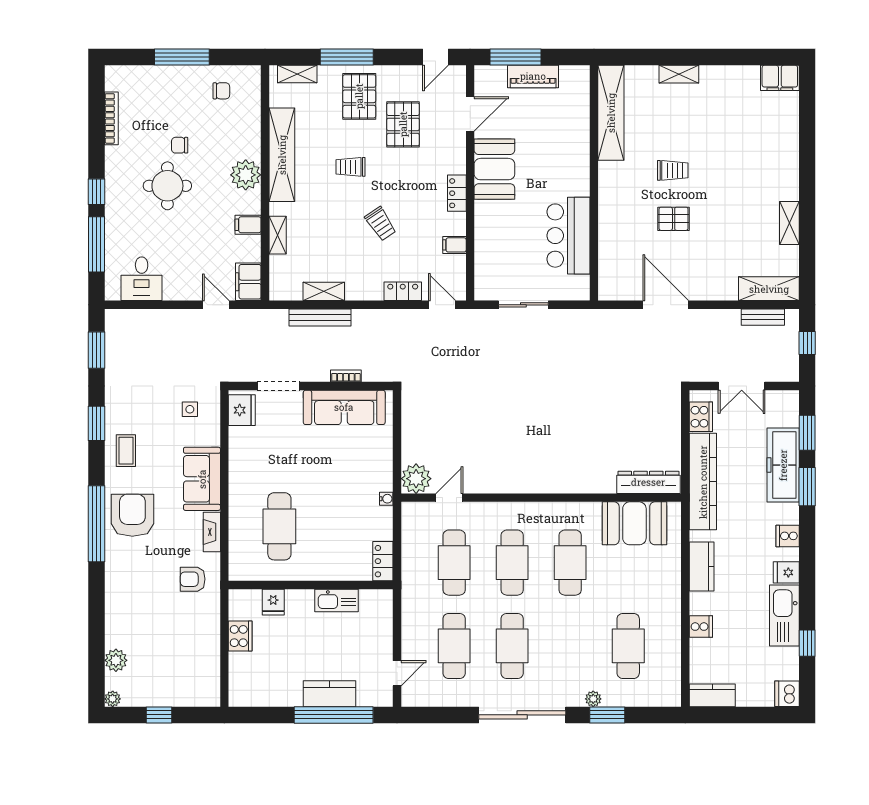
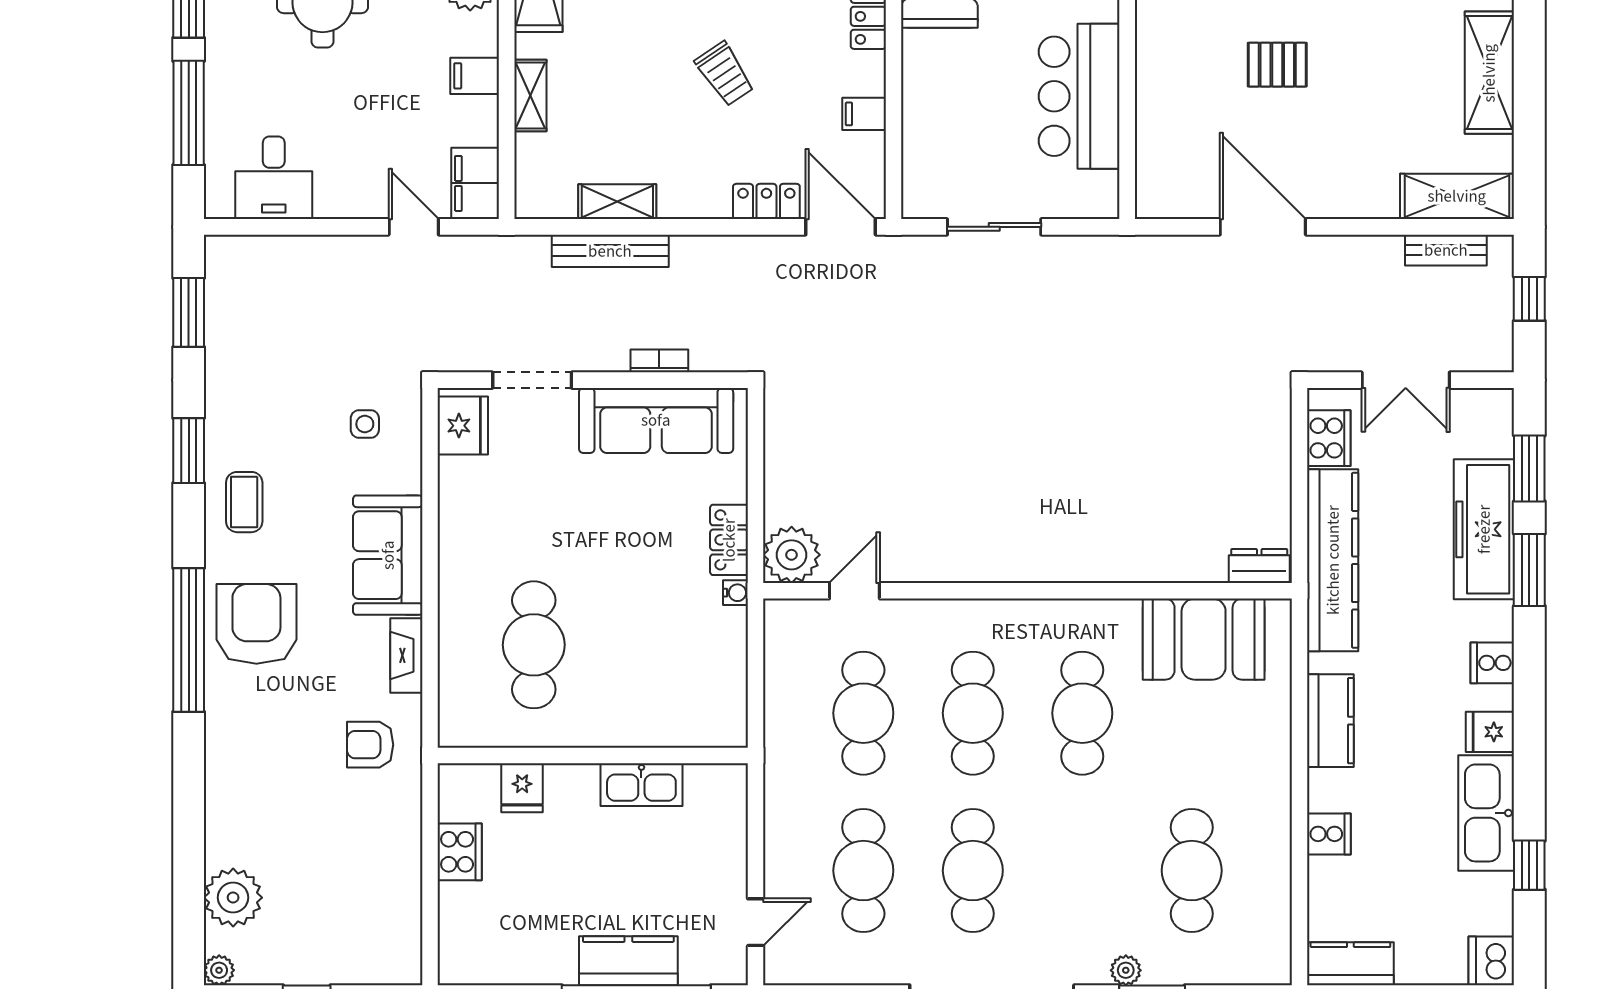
shelving: (789, 223) -> (1489, 73), width x1.50, depth x1.33
door: (442, 305) -> (841, 227), width x1.38
dresser: (648, 482) -> (1259, 566), width x0.51, depth x0.80
locker: (383, 561) -> (729, 540), moved
plant: (116, 660) -> (233, 898), width x1.36, depth x1.36

